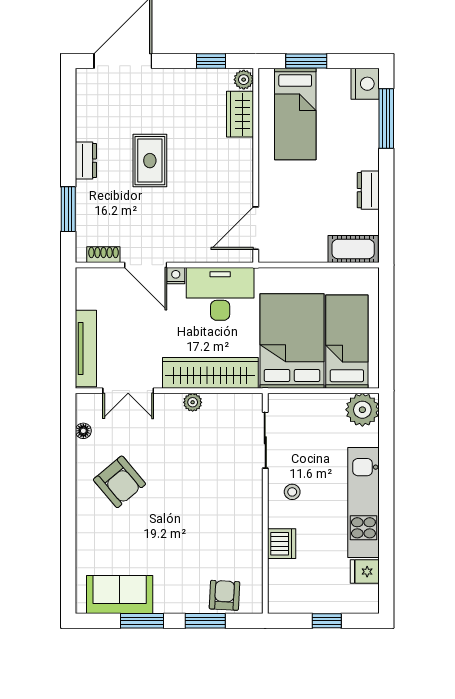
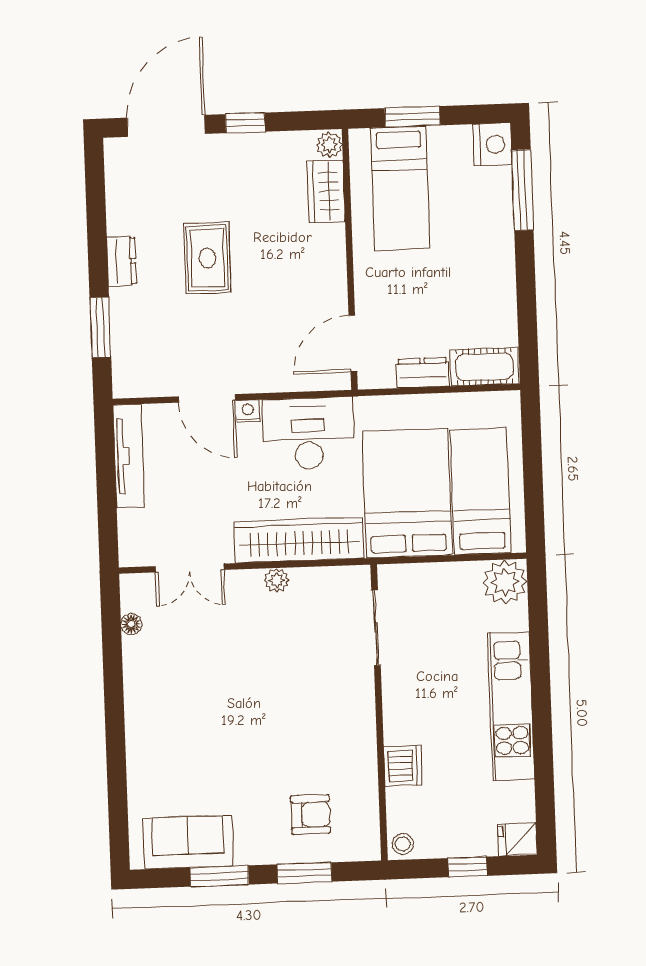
window: (211, 61) -> (245, 123), moved
dresser: (368, 190) -> (423, 373), moved, turned 90
shoe rack: (103, 255) -> (150, 387), removed
tv unit: (86, 349) -> (129, 456), moved
armchair: (120, 482) -> (183, 691), removed
stool: (292, 492) -> (403, 844), moved
fridge: (365, 572) -> (518, 839), moved
armchair: (224, 595) -> (310, 815), moved, turned 87

